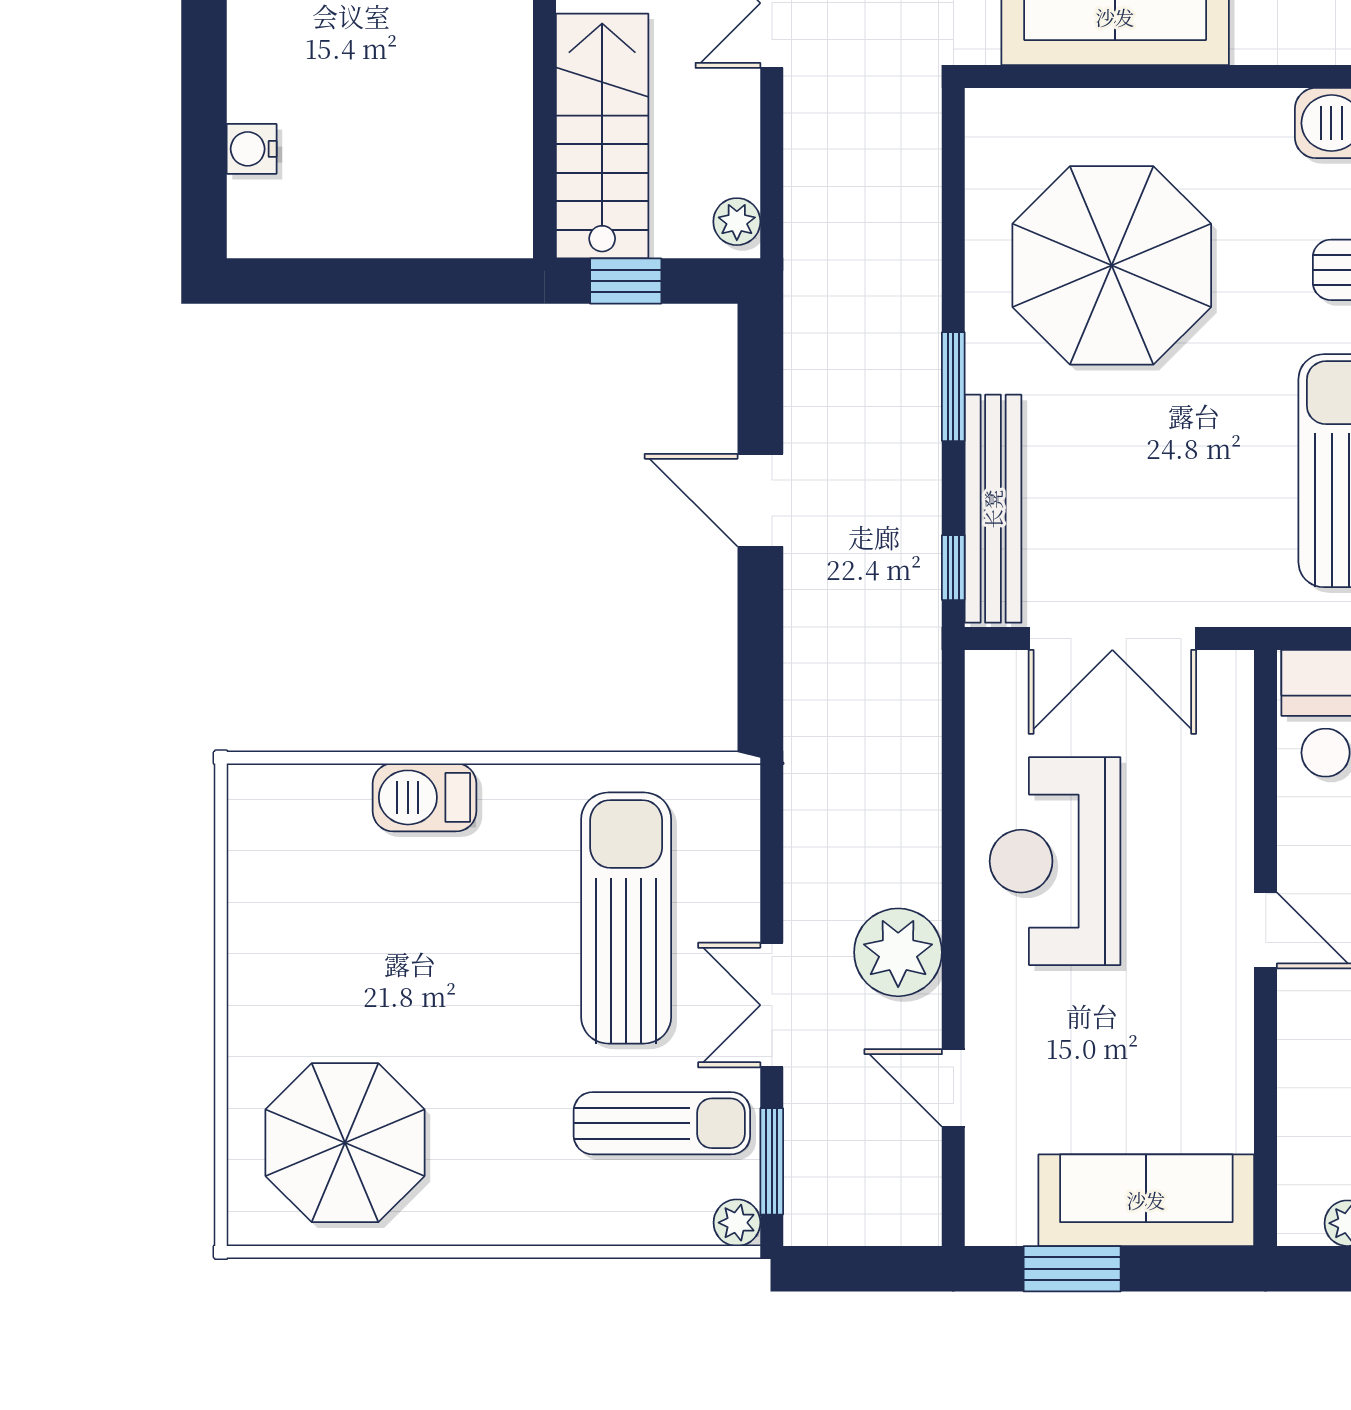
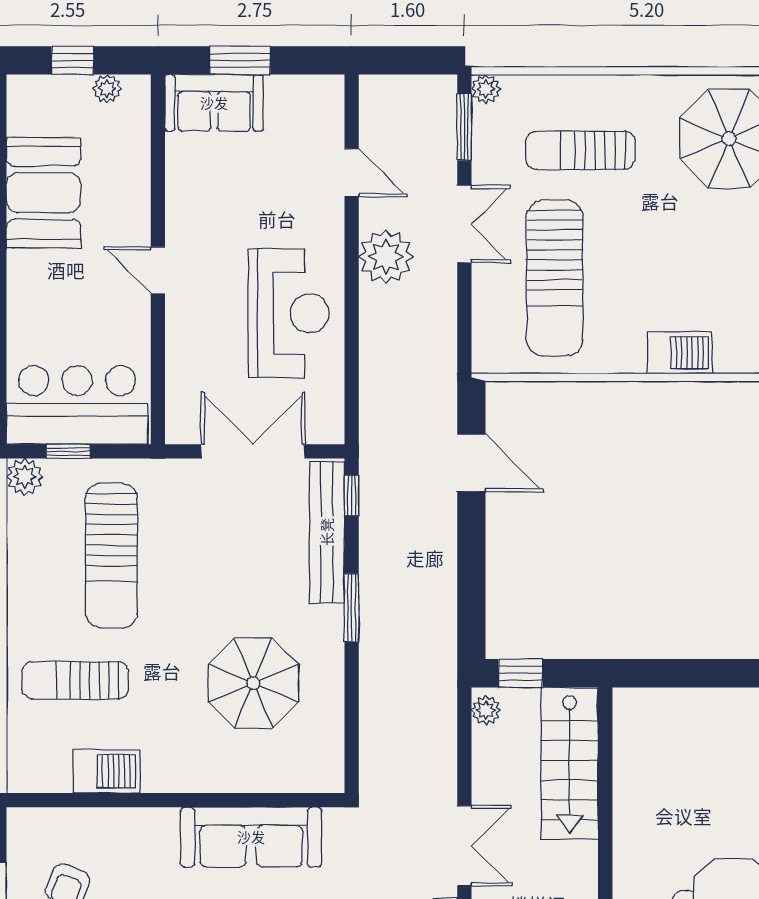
parasol: (1112, 265) -> (253, 683), width x0.73, depth x0.73
window: (626, 281) -> (521, 673), moved
door: (760, 500) -> (471, 463), moved
sun lounger: (662, 1123) -> (580, 150), moved
sofa: (1146, 1200) -> (214, 103), width x0.73
window: (1072, 1269) -> (240, 60), moved

